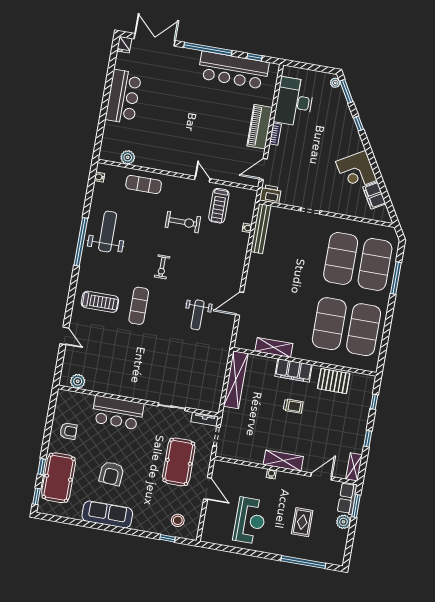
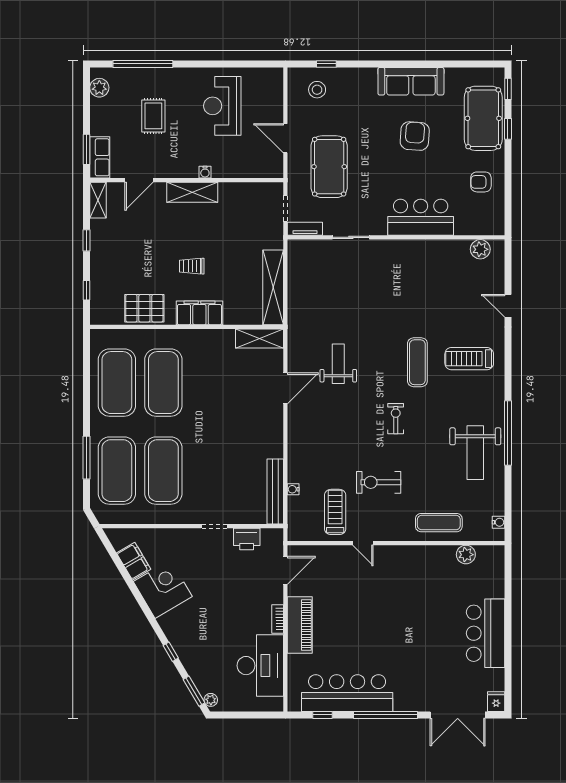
printer: (270, 194) -> (247, 539), moved
shelving: (274, 347) -> (259, 339), moved
plant: (343, 522) -> (99, 88), moved

